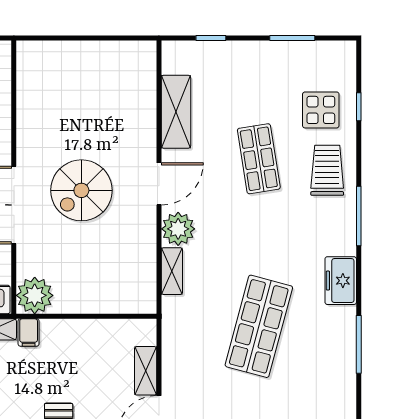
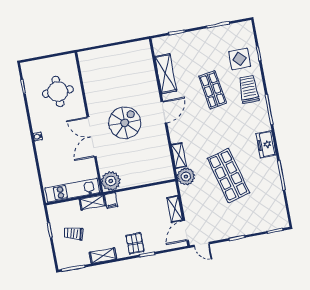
spiral stairs: (81, 190) -> (125, 123), turned 180
plant: (178, 229) -> (186, 177), moved
shop shelf: (259, 326) -> (228, 176), turned -30

